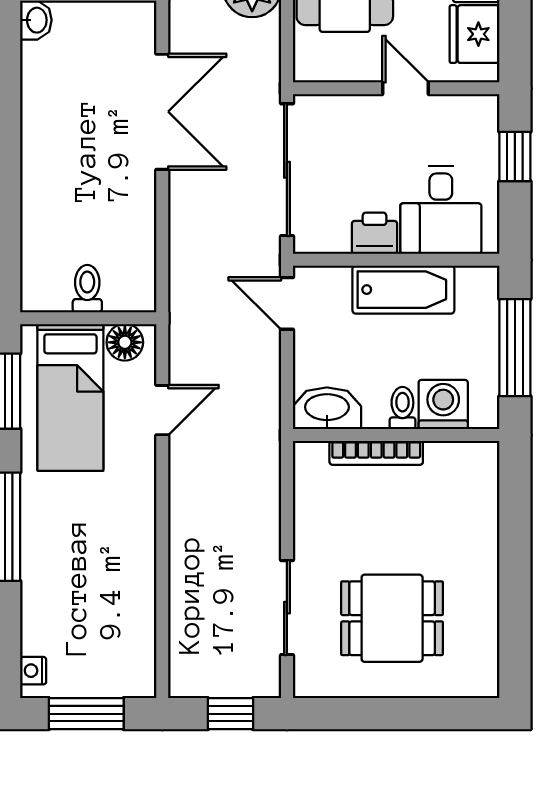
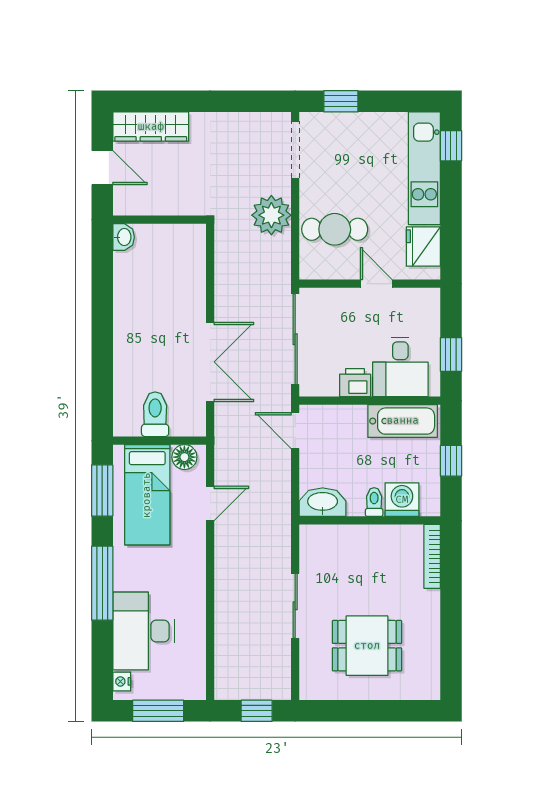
double door: (162, 112) -> (210, 362), moved
window: (515, 156) -> (451, 354), moved
toilet: (87, 289) -> (155, 414), width x1.37, depth x1.39
bathtub: (403, 290) -> (403, 421), moved
window: (515, 348) -> (451, 461), width x0.46
bookcase: (376, 453) -> (432, 556), moved, turned 90
desk: (65, 597) -> (143, 631), added
sliding door: (287, 608) -> (295, 606), moved

